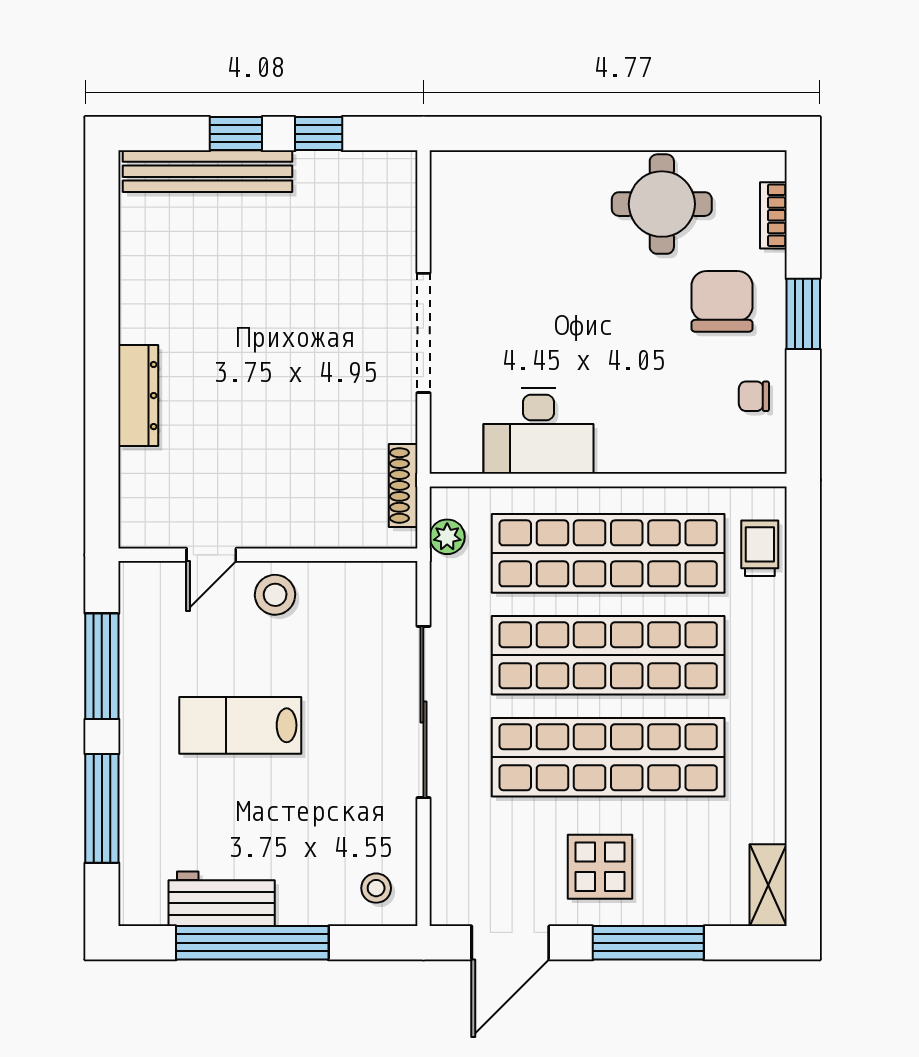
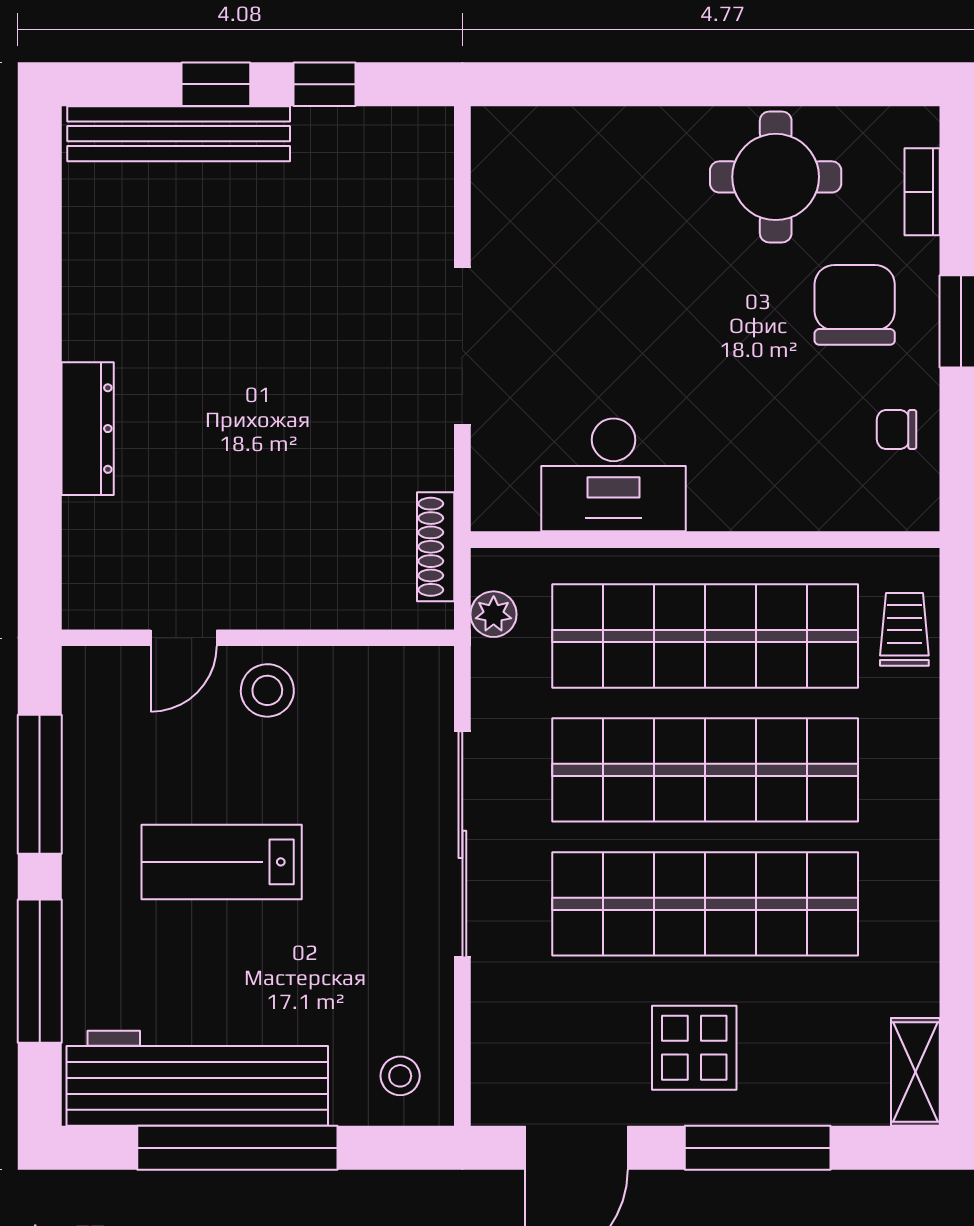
workbench: (222, 899) -> (197, 1078), width x1.88, depth x1.32

